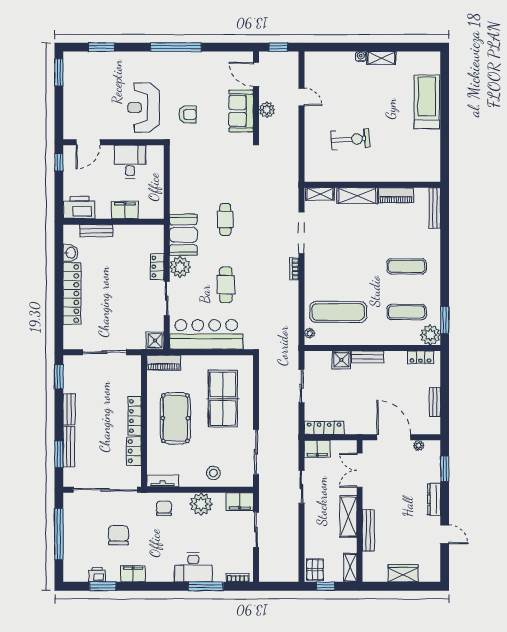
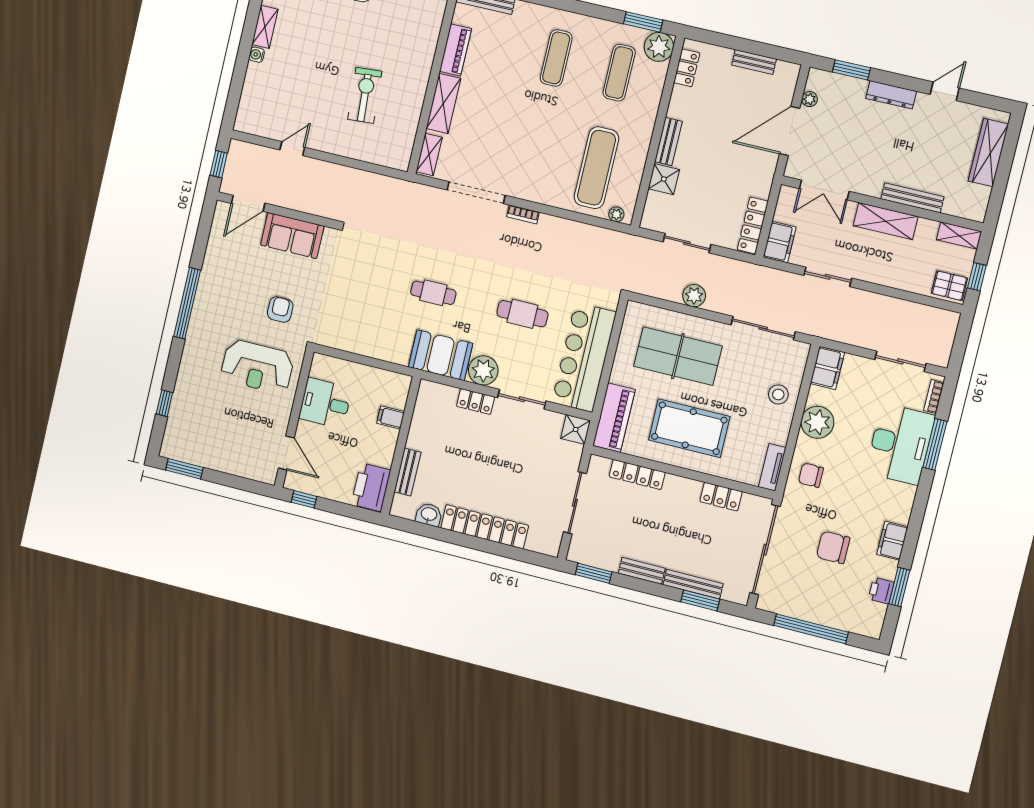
window: (102, 47) -> (164, 403), width x0.67
plant: (267, 110) -> (694, 296), moved
filing cabinet: (125, 210) -> (391, 417), width x0.50
piano: (164, 363) -> (614, 418), width x1.37, depth x1.33
locker: (135, 416) -> (637, 474), moved
sliding door: (256, 530) -> (900, 361), moved
desk: (193, 567) -> (900, 444), width x1.36, depth x1.30
wardrobe: (403, 573) -> (988, 153), width x1.50

